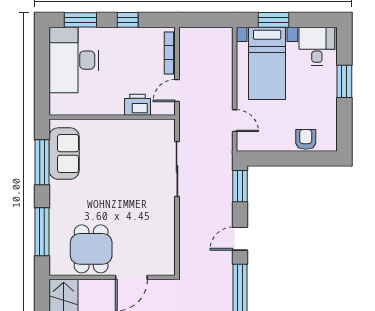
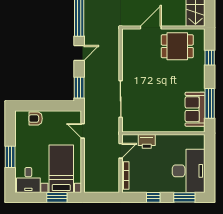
armchair: (306, 139) -> (36, 119), turned 90
window: (42, 232) -> (210, 58), width x0.46
dining table: (91, 249) -> (177, 46), turned 90

